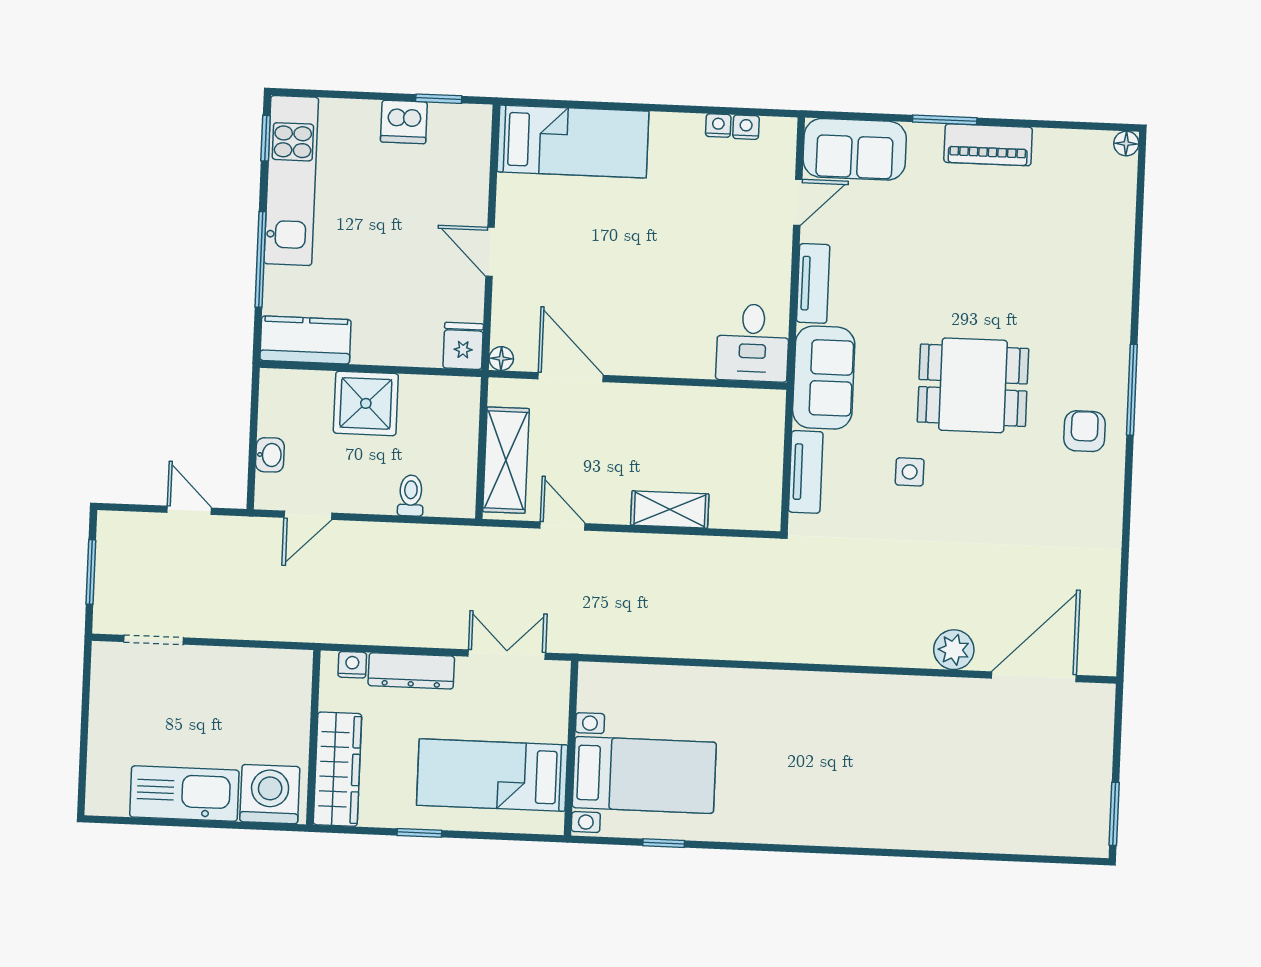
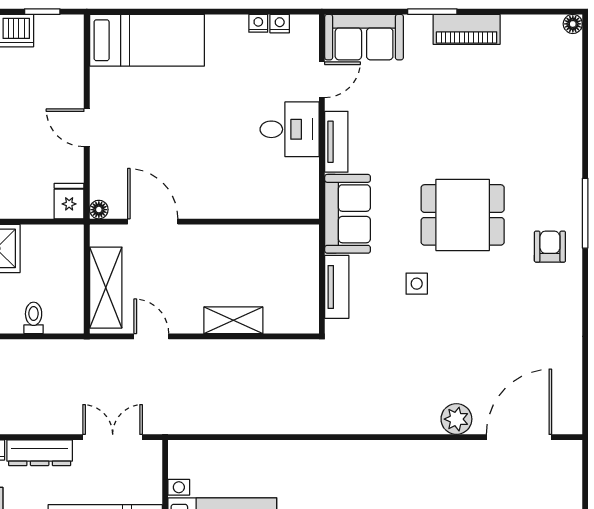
desk: (753, 343) -> (290, 129), moved, turned -90

